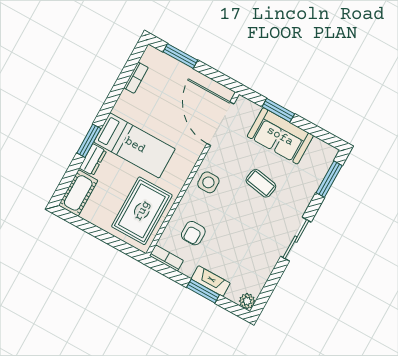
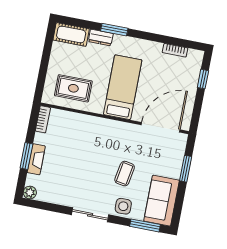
window: (180, 56) -> (203, 79), width x0.67
sofa: (280, 136) -> (162, 201), moved
bed: (135, 145) -> (123, 87), moved, turned 180
side table: (208, 182) -> (123, 206), moved
rug: (142, 211) -> (73, 88), width x0.73, depth x0.70
armchair: (193, 233) -> (69, 134), removed

